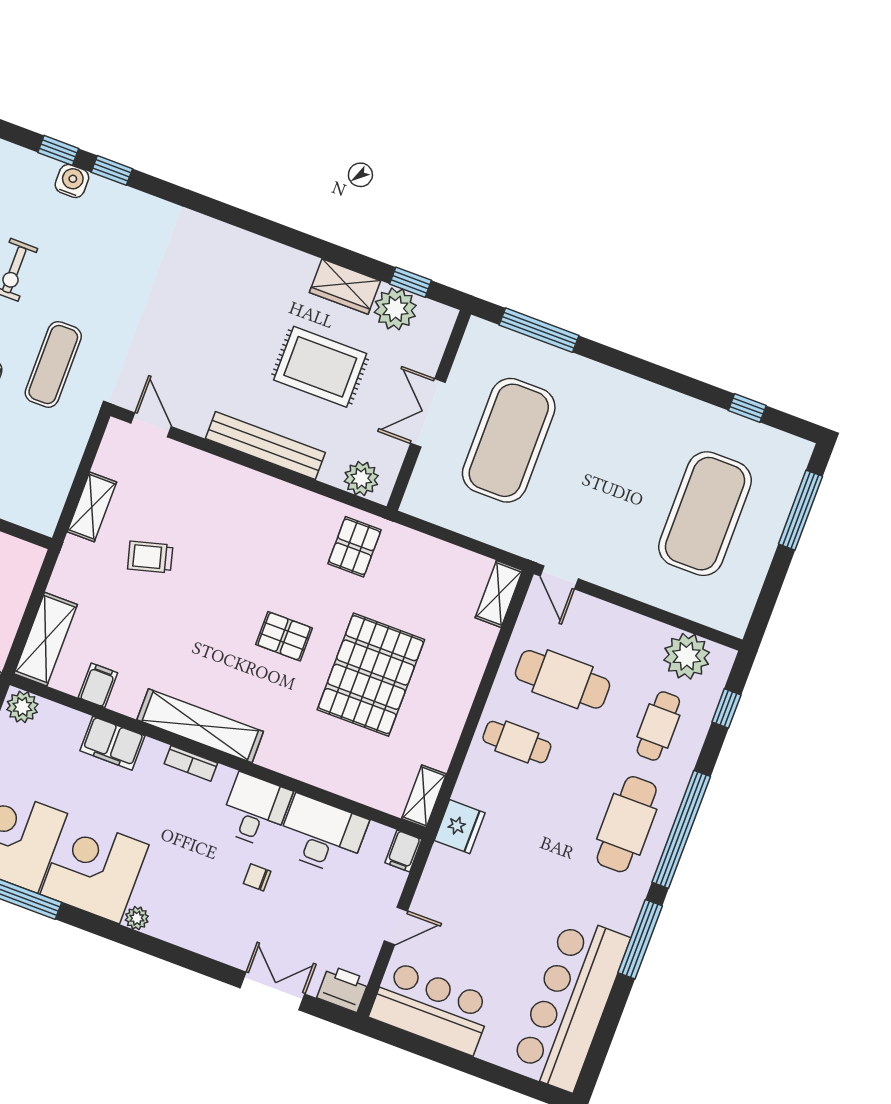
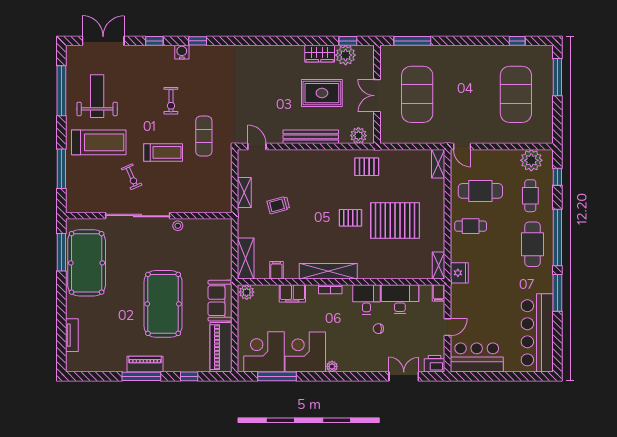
window: (58, 150) -> (154, 41), moved
pallet: (355, 547) -> (367, 167), turned 90
pallet: (371, 675) -> (395, 220), turned 90

